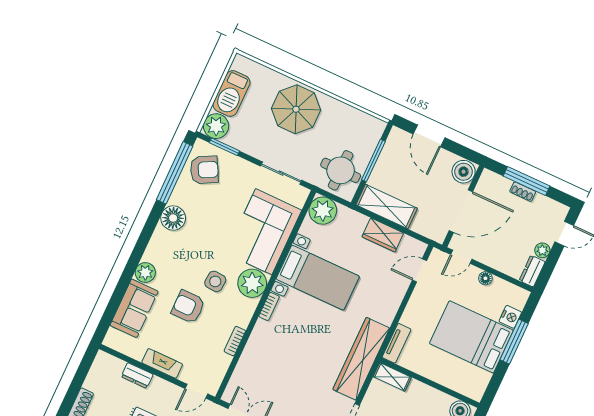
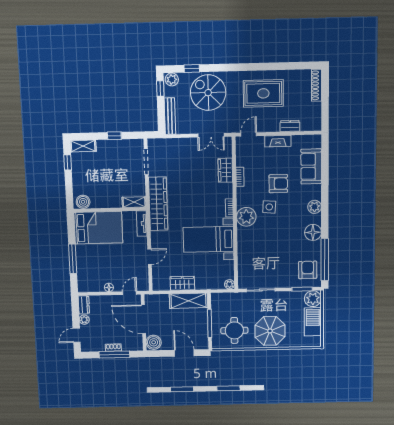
armchair: (204, 170) -> (308, 270), turned 118
round table: (341, 170) -> (234, 330), moved
plant: (323, 211) -> (229, 284), width x0.53, depth x0.53
door: (461, 211) -> (144, 319), hinge flipped
corner sofa: (264, 232) -> (254, 251), removed
door: (419, 270) -> (150, 257), moved
plant: (145, 273) -> (315, 207), moved
nightstand: (510, 317) -> (83, 272), removed
bed: (471, 337) -> (98, 228), moved
wardrobe: (250, 359) -> (225, 170), added

